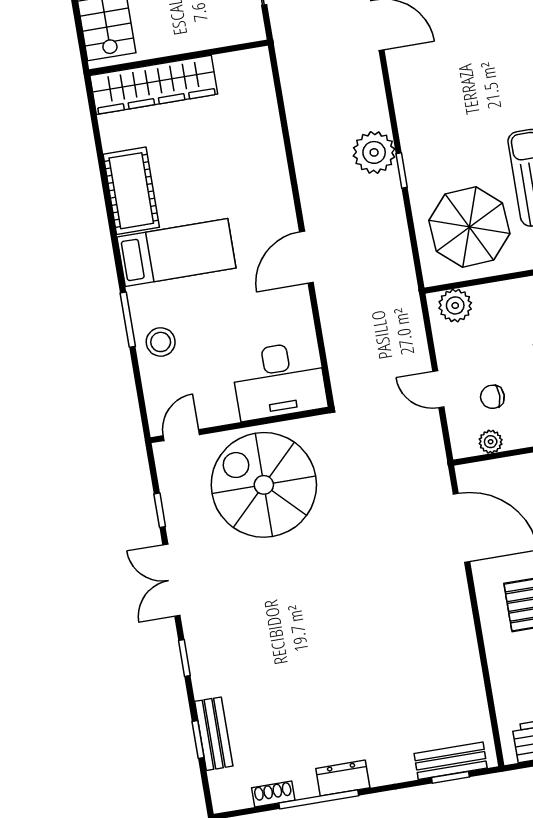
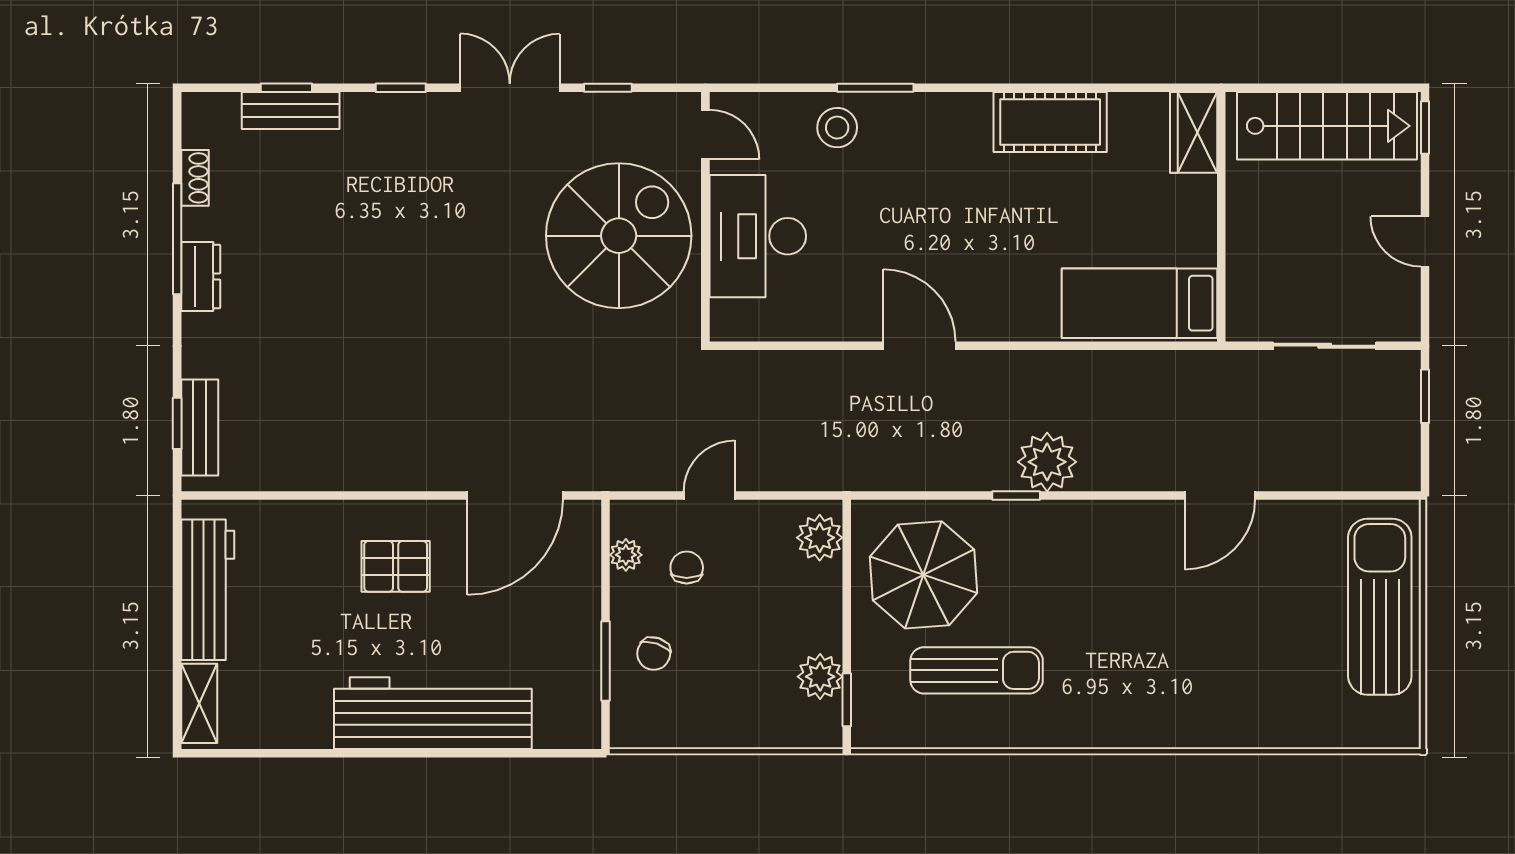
wardrobe: (154, 85) -> (1194, 132), width x0.48, depth x0.85
bed: (176, 253) -> (1140, 303), moved, turned 90
desk: (279, 380) -> (758, 236), moved

